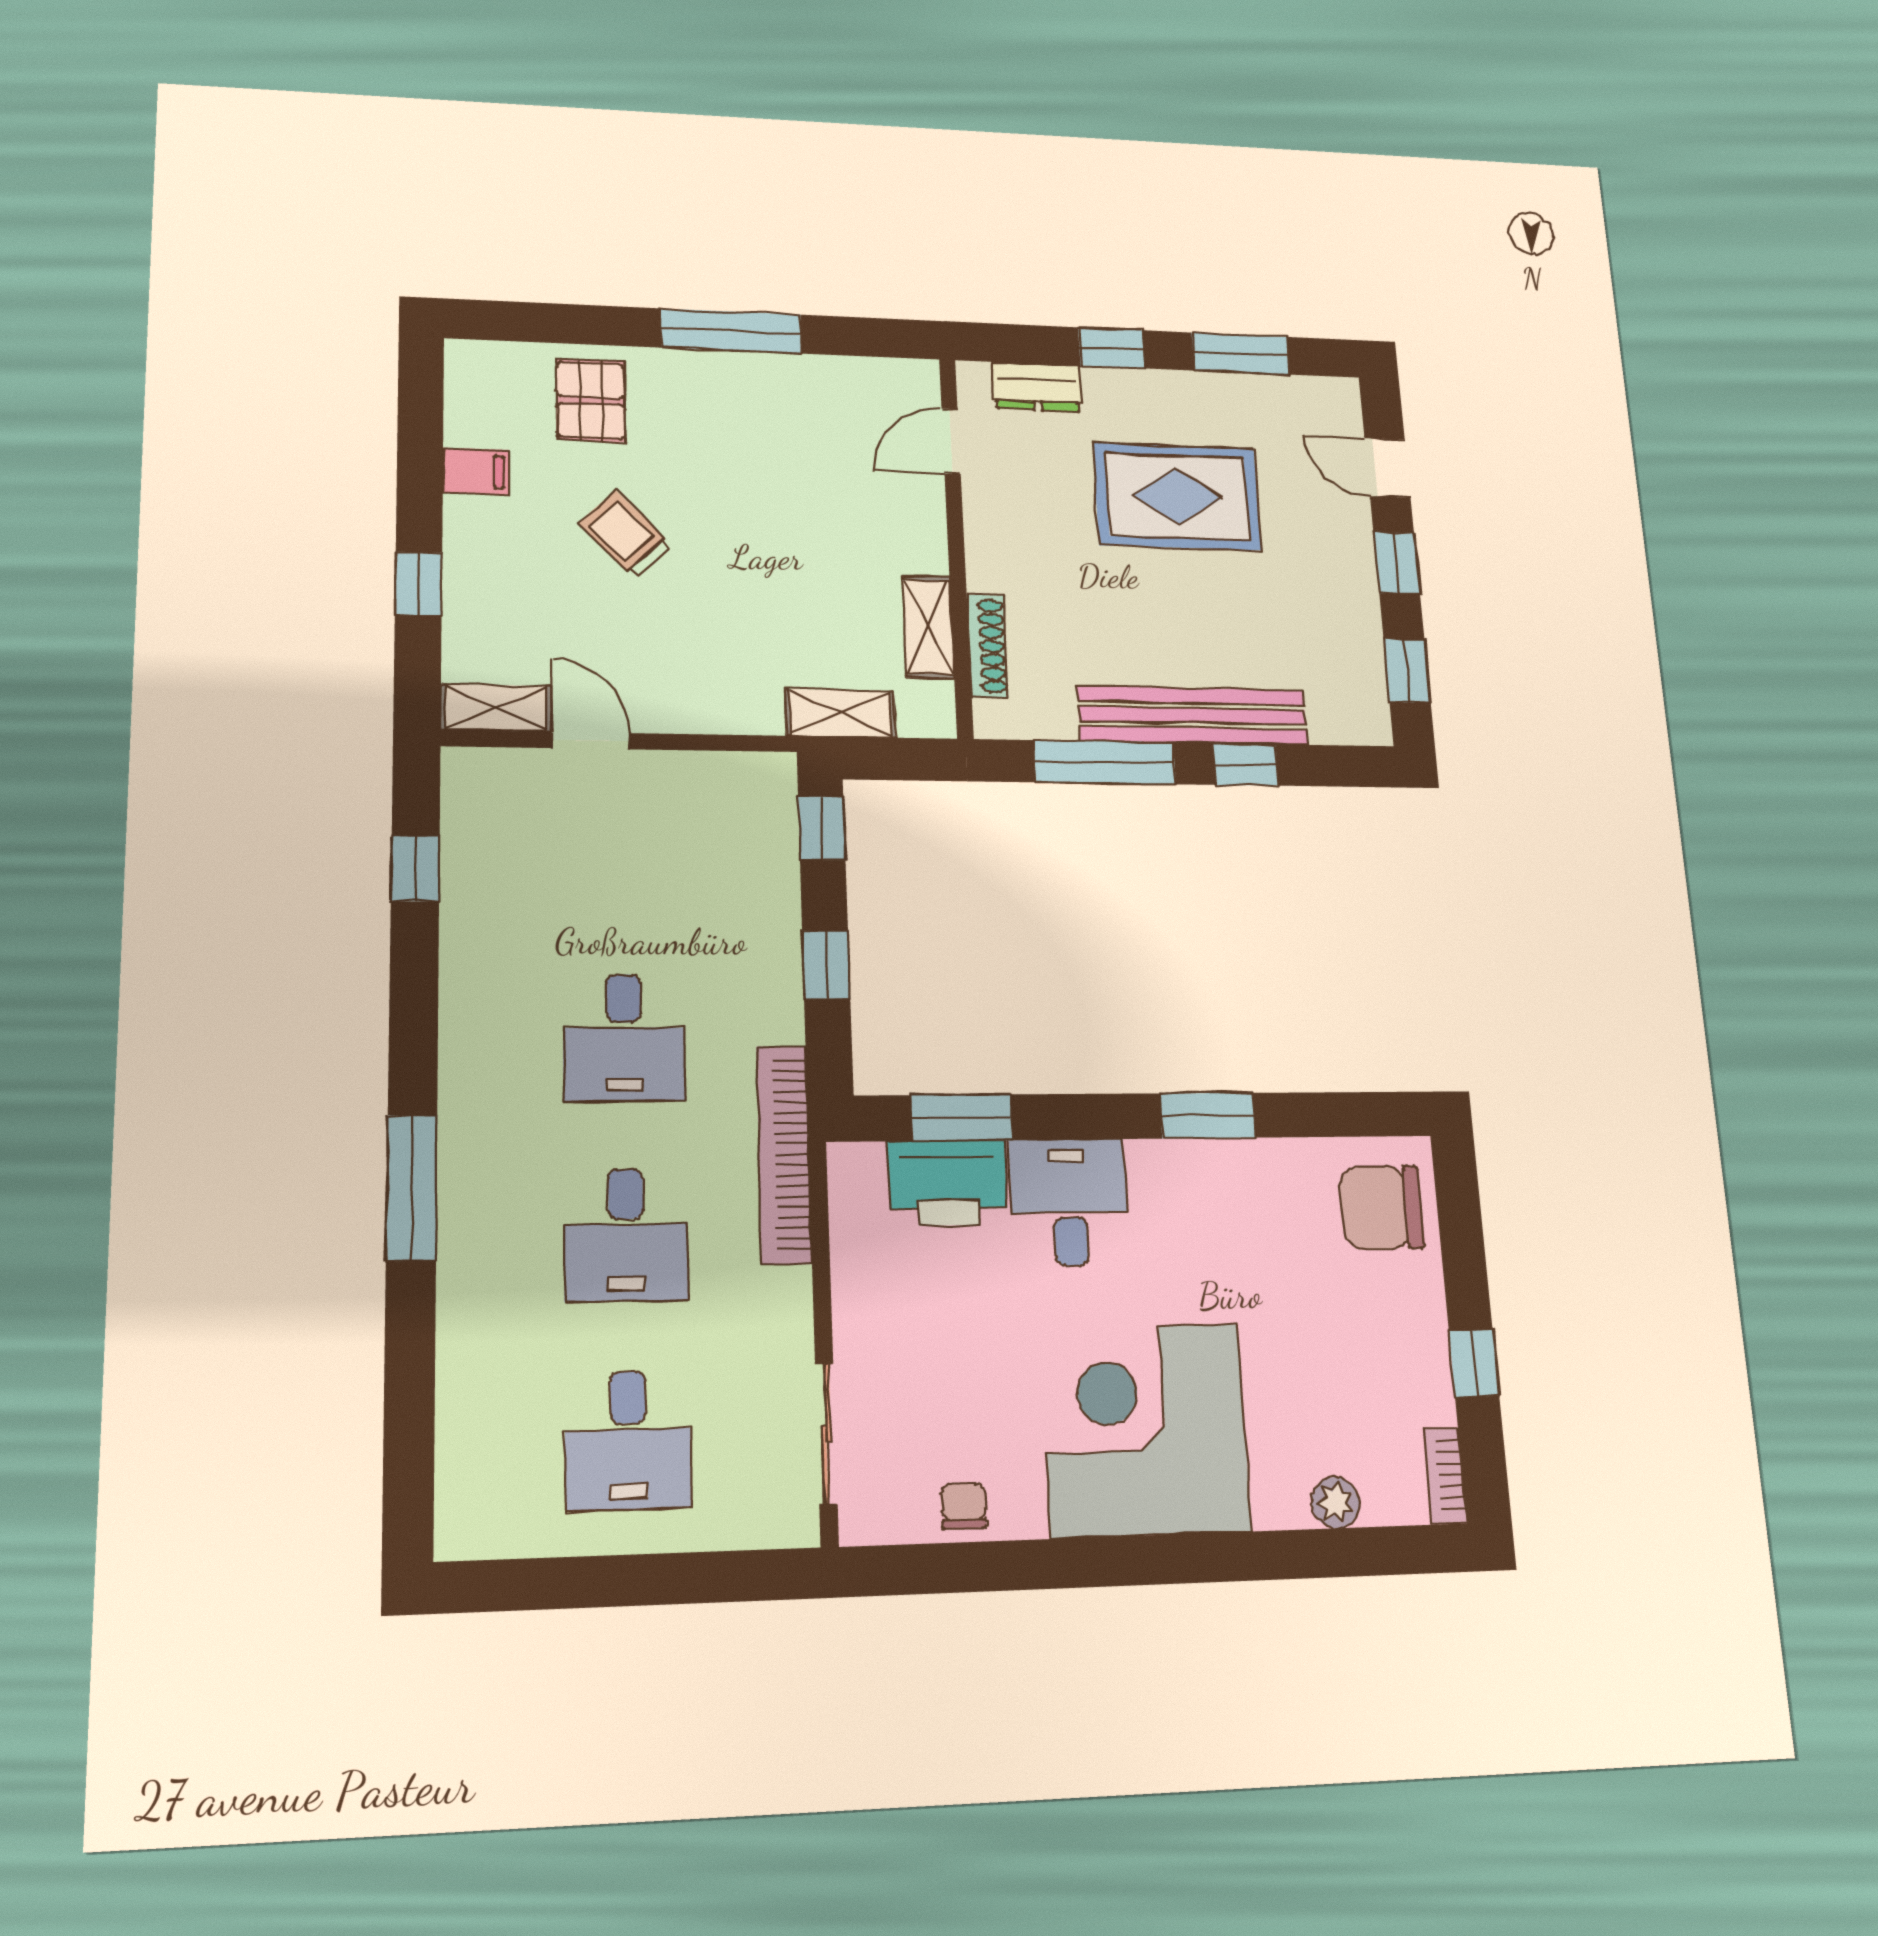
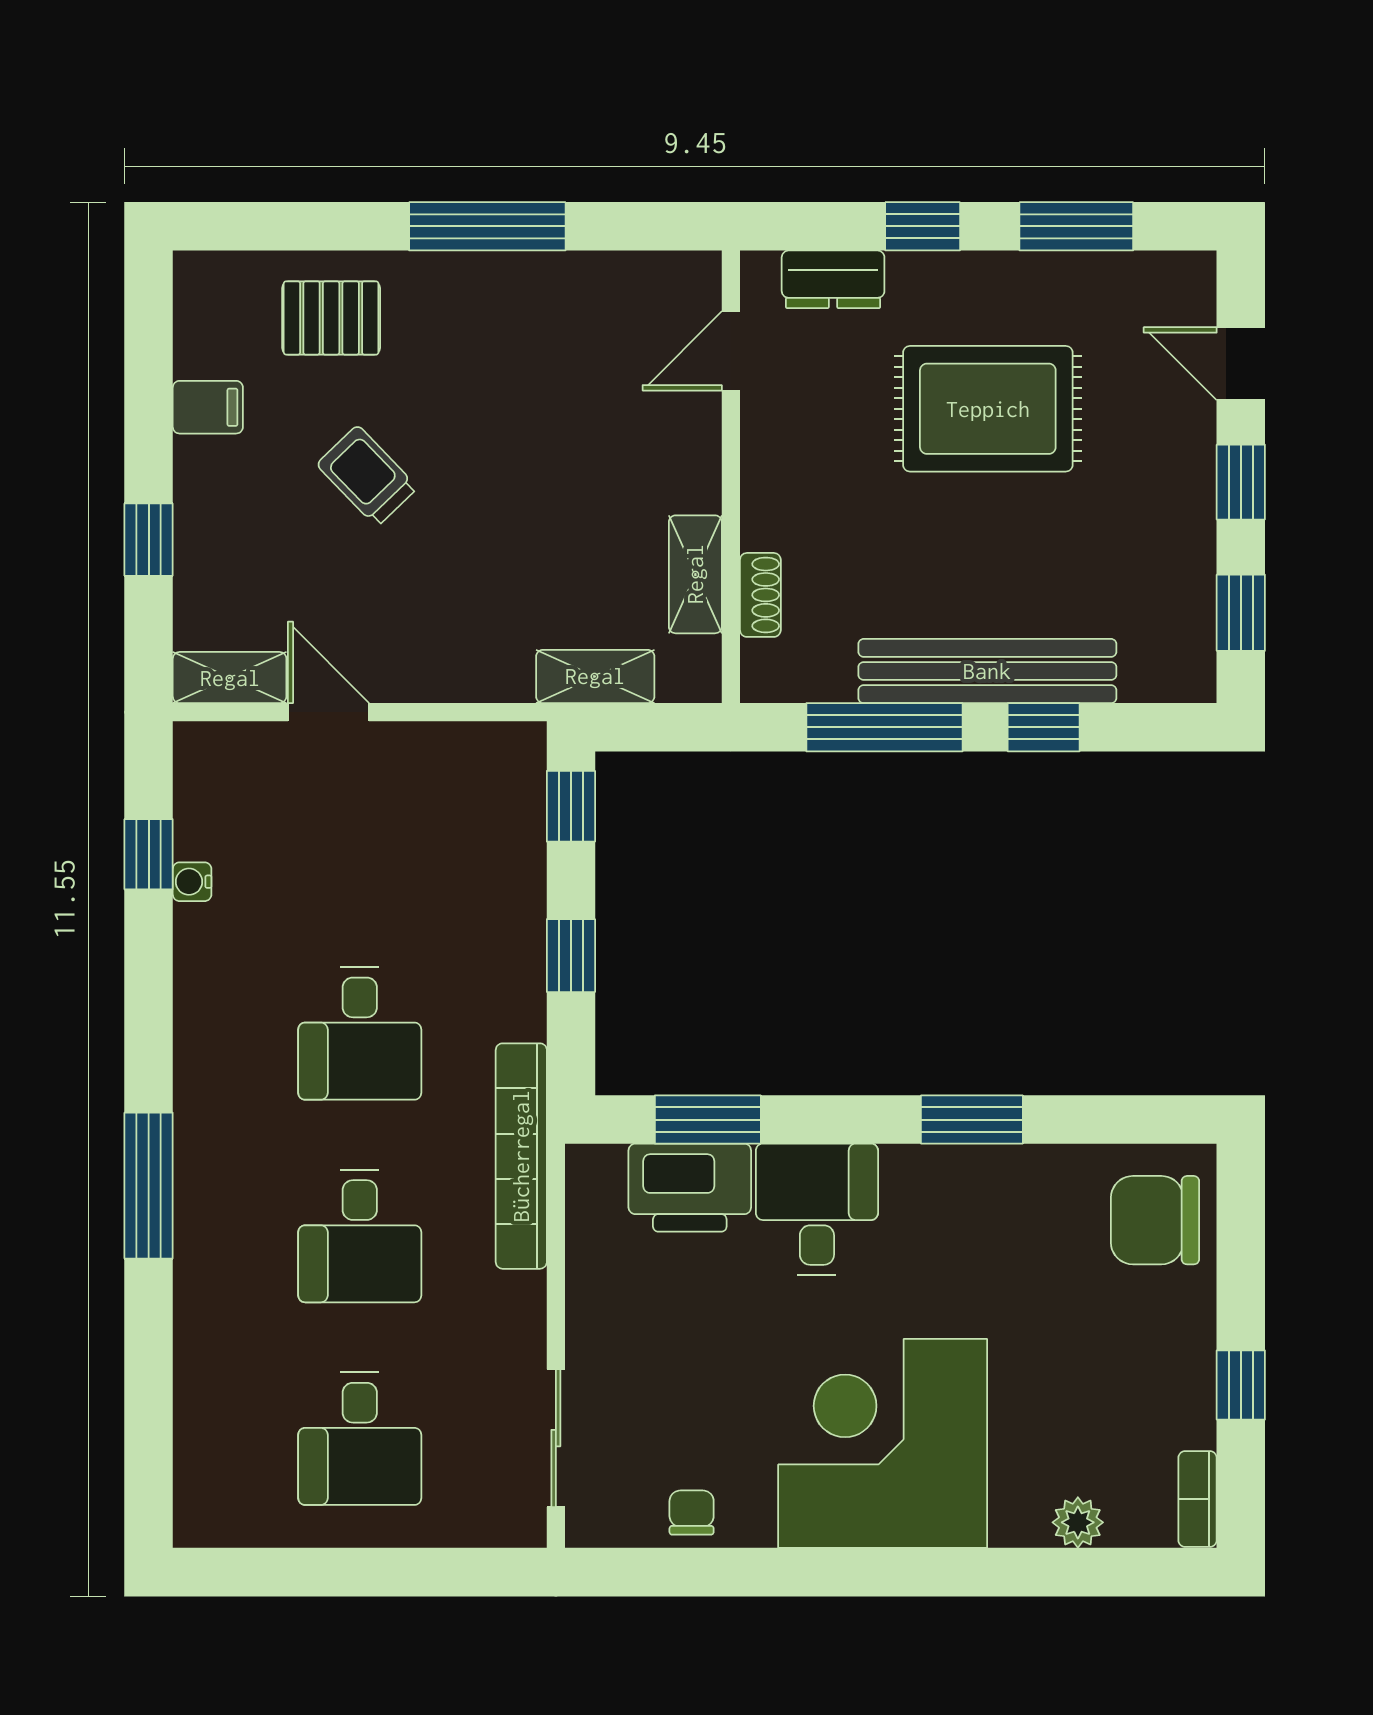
pallet: (591, 400) -> (331, 318), turned 90
shoe rack: (987, 646) -> (760, 595), width x0.70
water cooler: (458, 894) -> (192, 882), added

